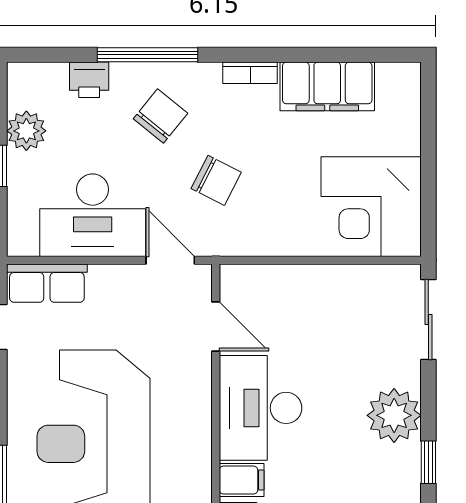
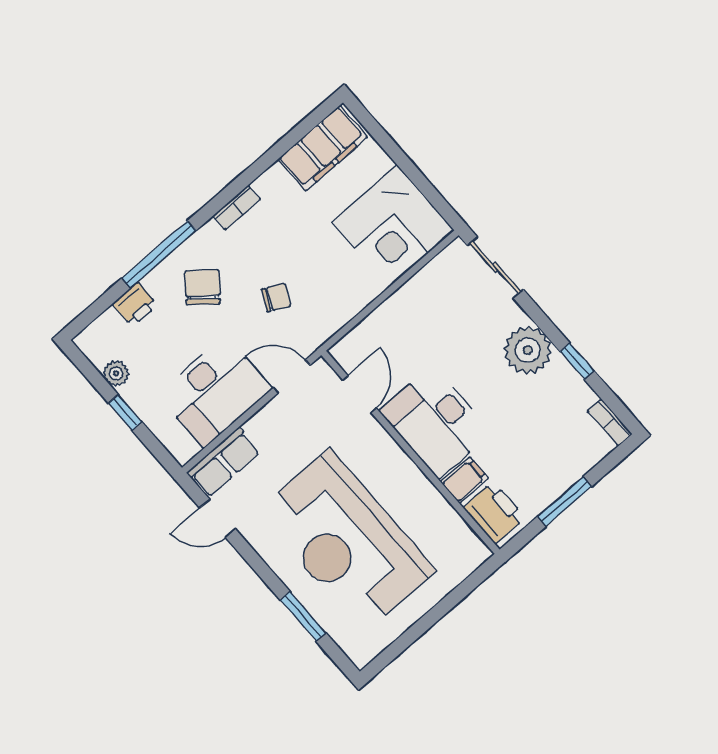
filing cabinet: (327, 86) -> (323, 148), moved
plant: (26, 131) -> (116, 373), width x0.73, depth x0.73
chair: (216, 180) -> (276, 298), width x0.73, depth x0.73
door: (216, 327) -> (359, 394), hinge flipped

